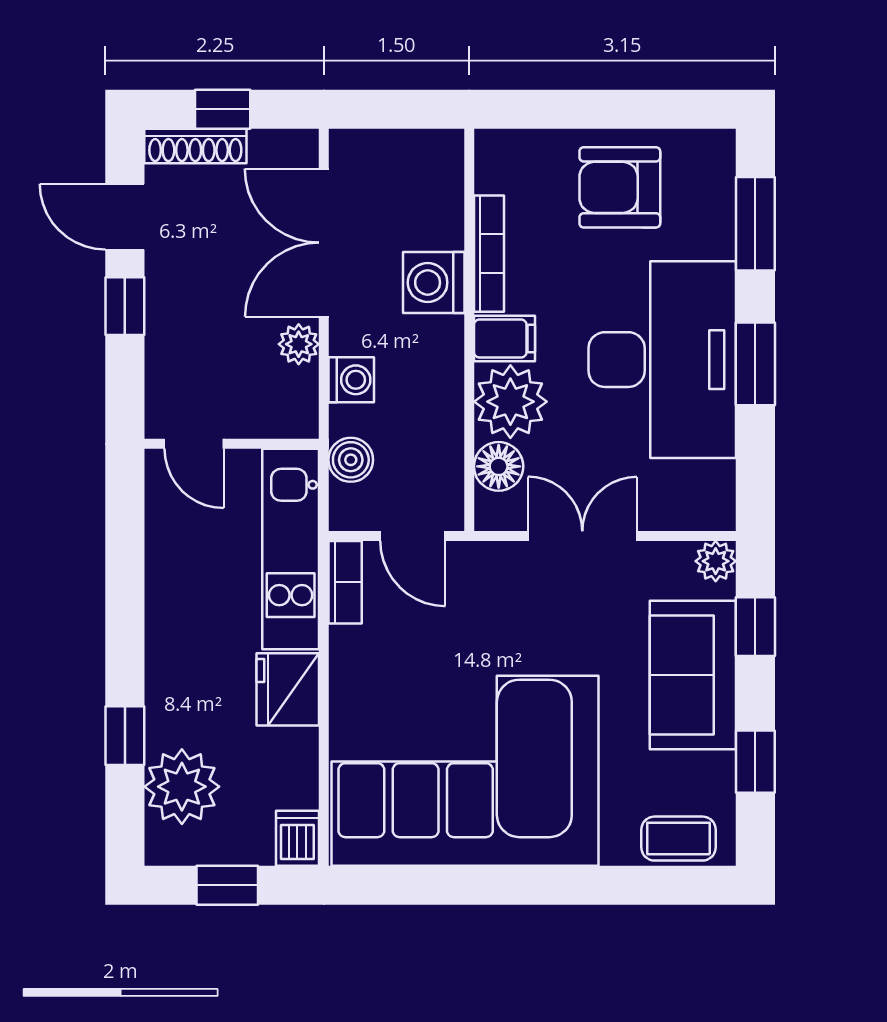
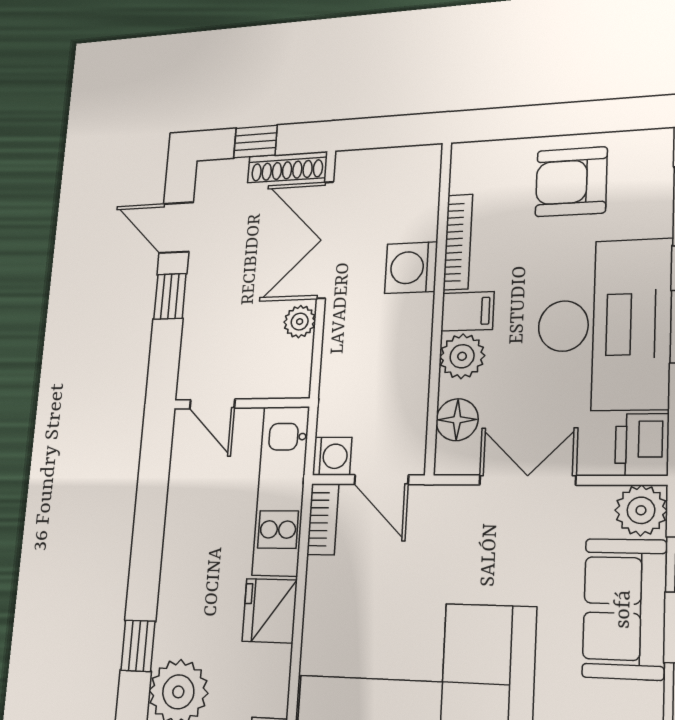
shoe rack: (195, 146) -> (287, 167), moved
washing machine: (351, 380) -> (332, 456), moved
plant: (510, 402) -> (462, 356), width x0.73, depth x0.73
boiler: (351, 460) -> (334, 415), removed
printer: (707, 497) -> (642, 445), added
plant: (716, 561) -> (641, 510), width x1.38, depth x1.38

